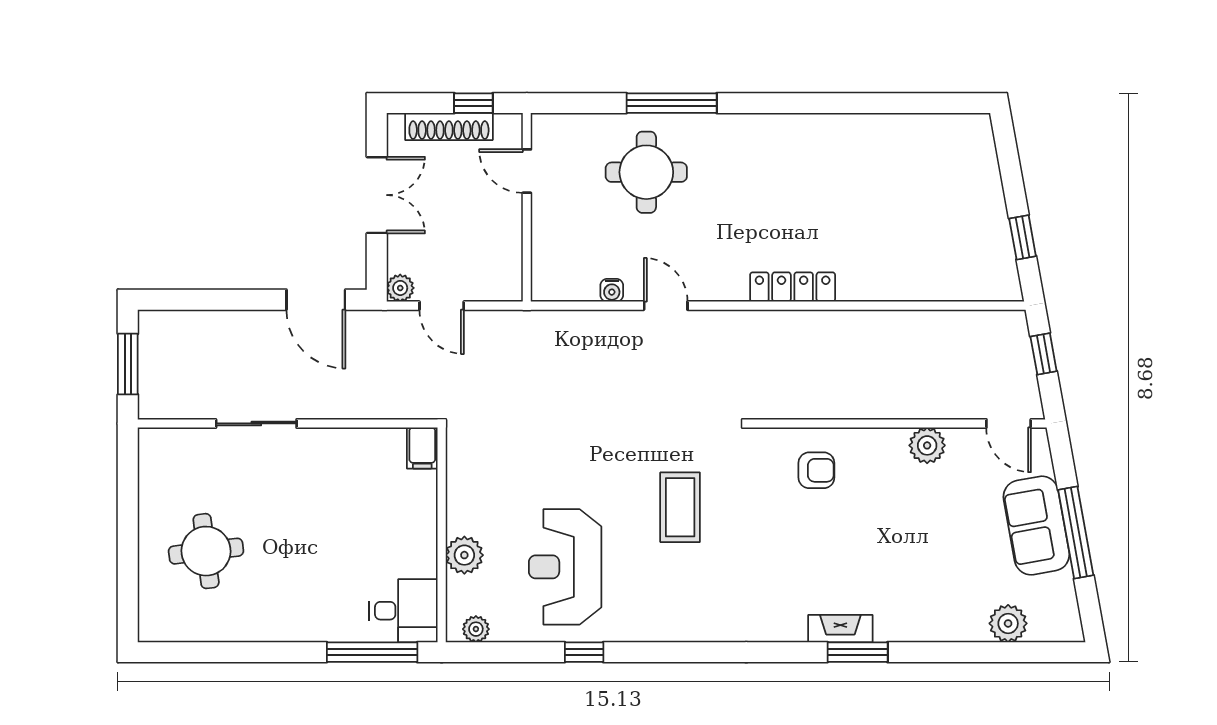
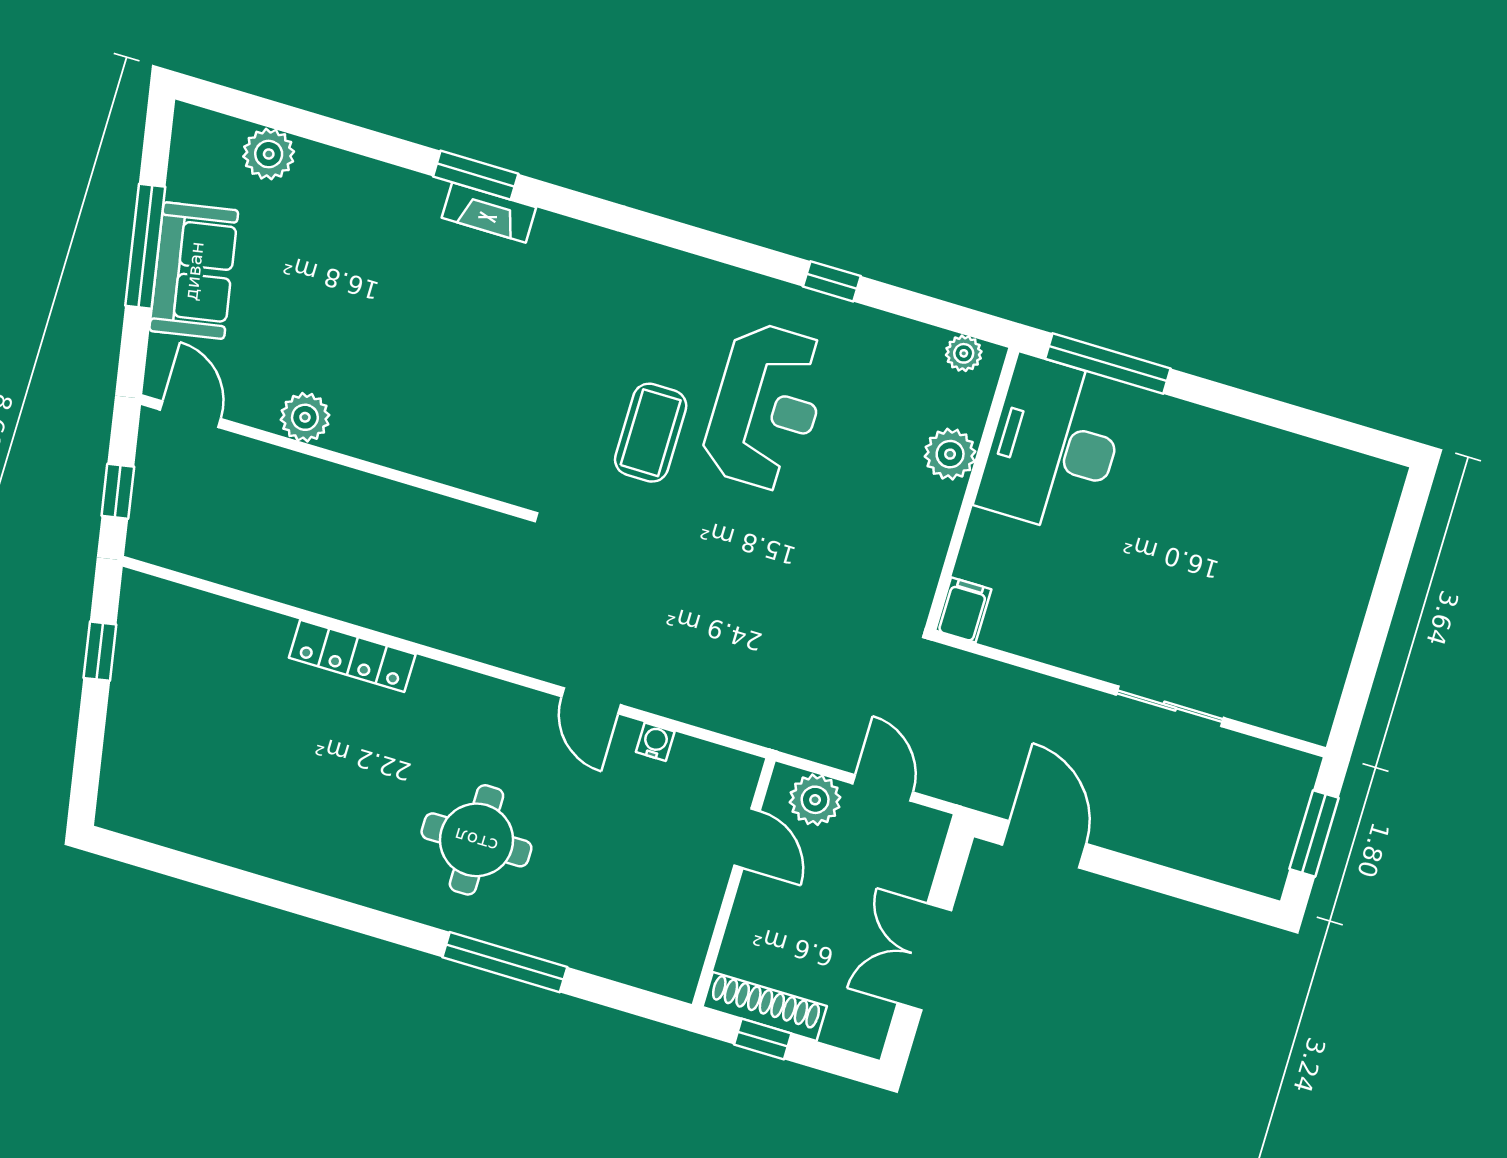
shoe rack: (449, 127) -> (765, 1006), moved
door: (527, 171) -> (747, 838), moved
round table: (646, 172) -> (476, 840), moved
locker: (793, 287) -> (352, 656), moved
plant: (400, 288) -> (815, 800), moved, width x1.38, depth x1.38
armchair: (816, 470) -> (459, 428), removed
round table: (206, 551) -> (1285, 560), removed
reception desk: (565, 567) -> (766, 407), moved
desk: (404, 611) -> (1053, 445), width x1.87, depth x1.30

